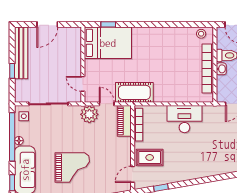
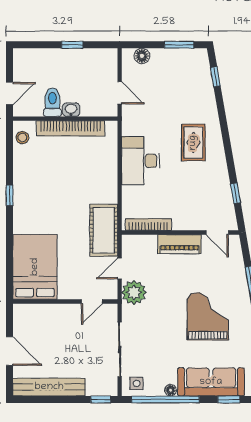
window: (108, 24) -> (10, 195), moved
window: (12, 71) -> (101, 399), moved
piano: (124, 121) -> (179, 244), moved
rug: (150, 157) -> (193, 143), moved

